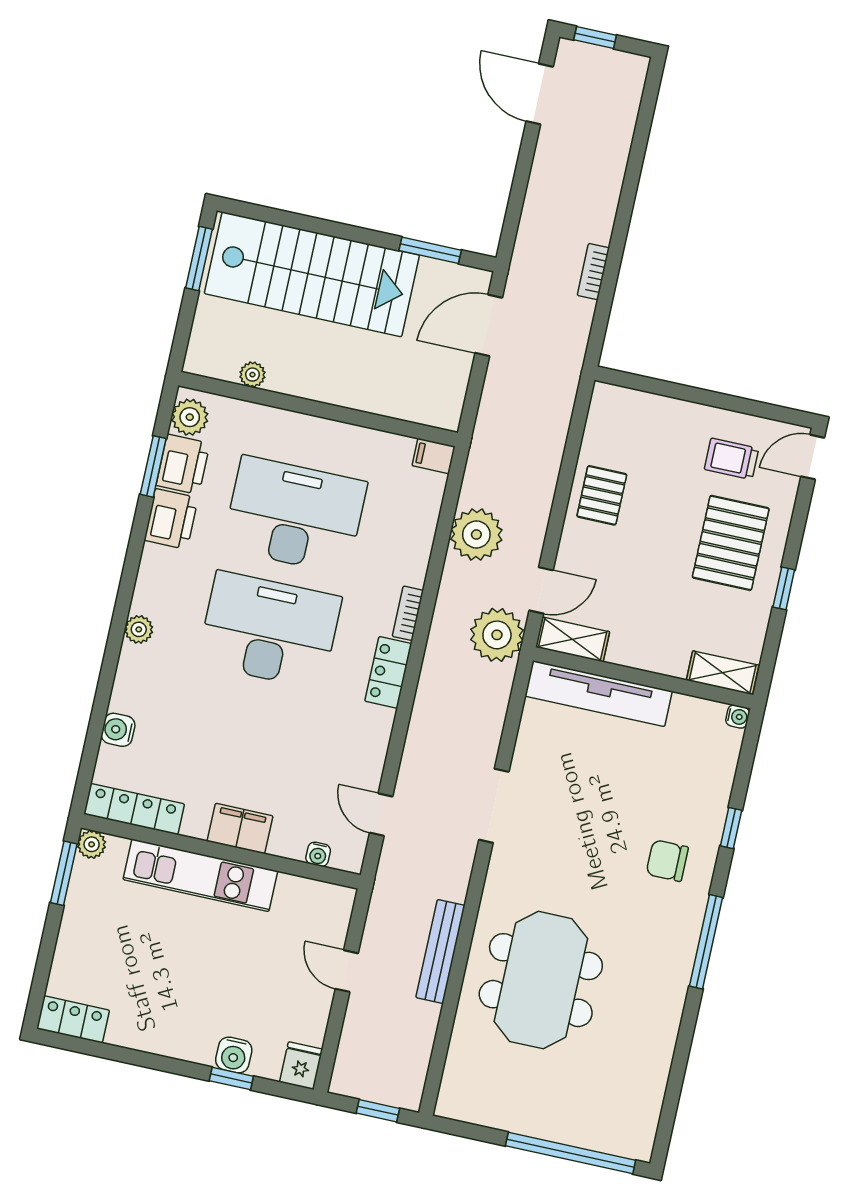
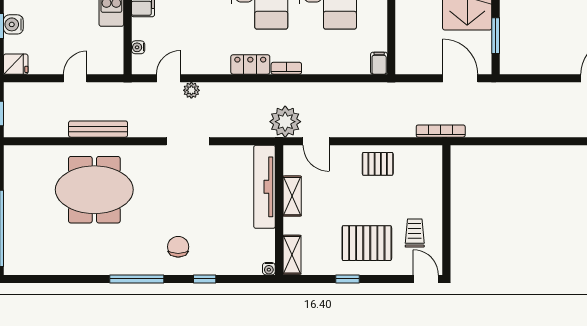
bookcase: (593, 272) -> (441, 131), moved, width x1.56
plant: (476, 534) -> (191, 90), moved, width x0.53, depth x0.53
shelving: (573, 639) -> (292, 196), moved

